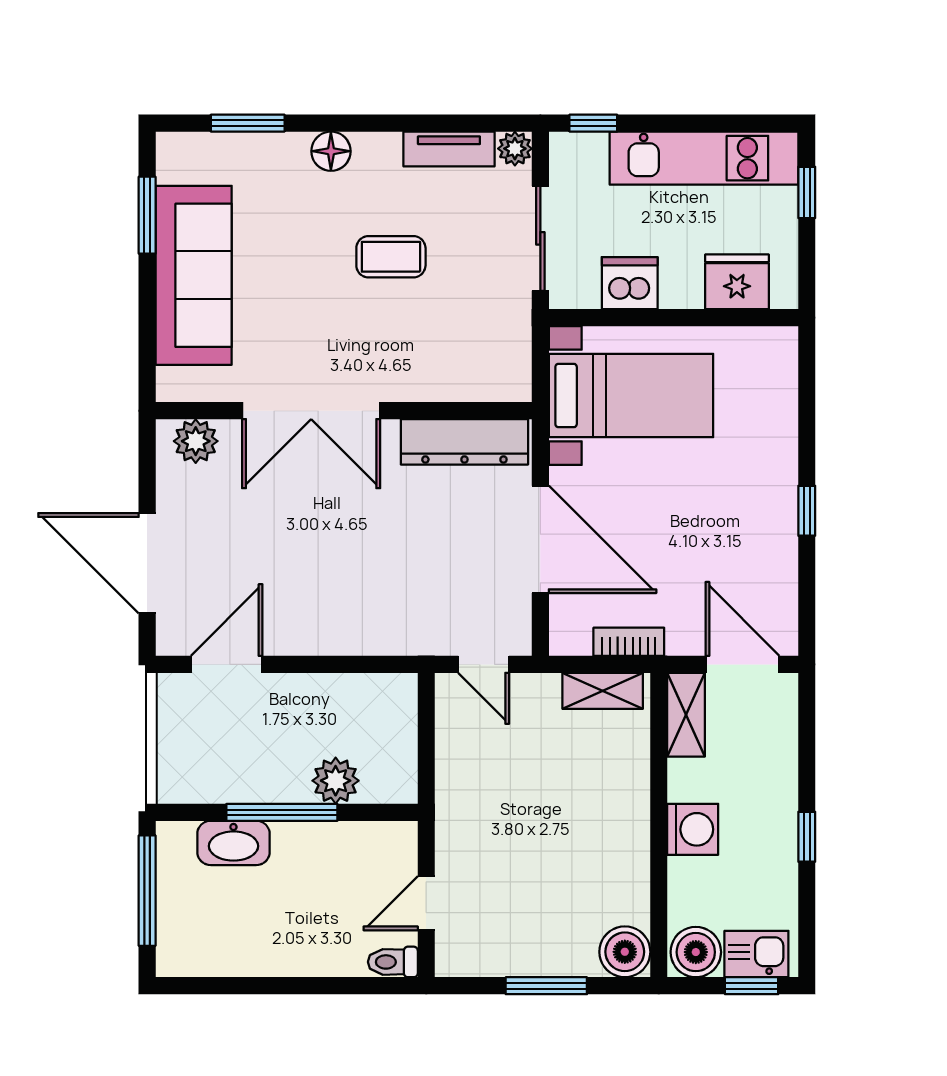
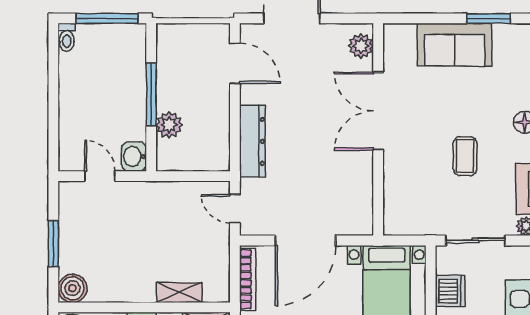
sofa: (194, 275) -> (455, 45), width x0.73
dresser: (464, 442) -> (252, 141), moved, turned 180
bookcase: (629, 642) -> (248, 279), width x1.56
door: (484, 664) -> (235, 209), hinge flipped
shelving: (603, 691) -> (180, 292), moved, turned 90
washbasin: (233, 843) -> (134, 156), moved, width x0.72
toilet: (393, 962) -> (67, 37), moved, turned 180

